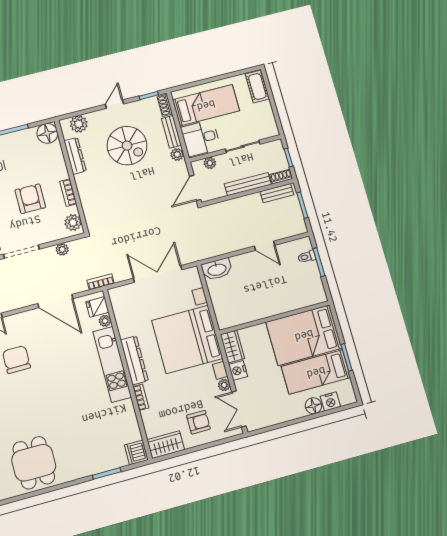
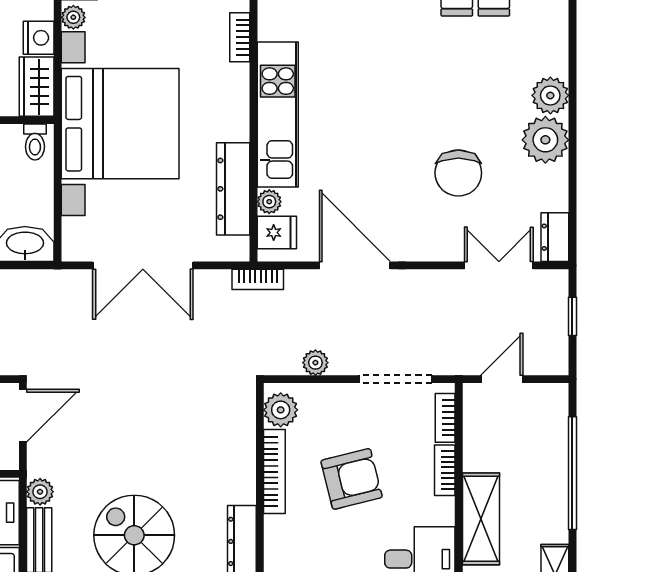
bookcase: (68, 193) -> (274, 472), width x1.56
armchair: (30, 199) -> (352, 479), turned -104
toilet: (226, 319) -> (35, 142), added
dresser: (134, 360) -> (233, 189), moved

